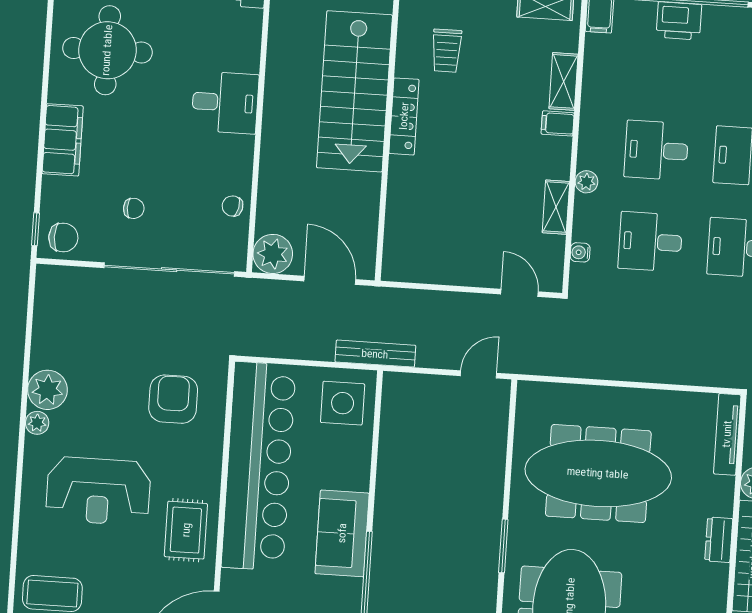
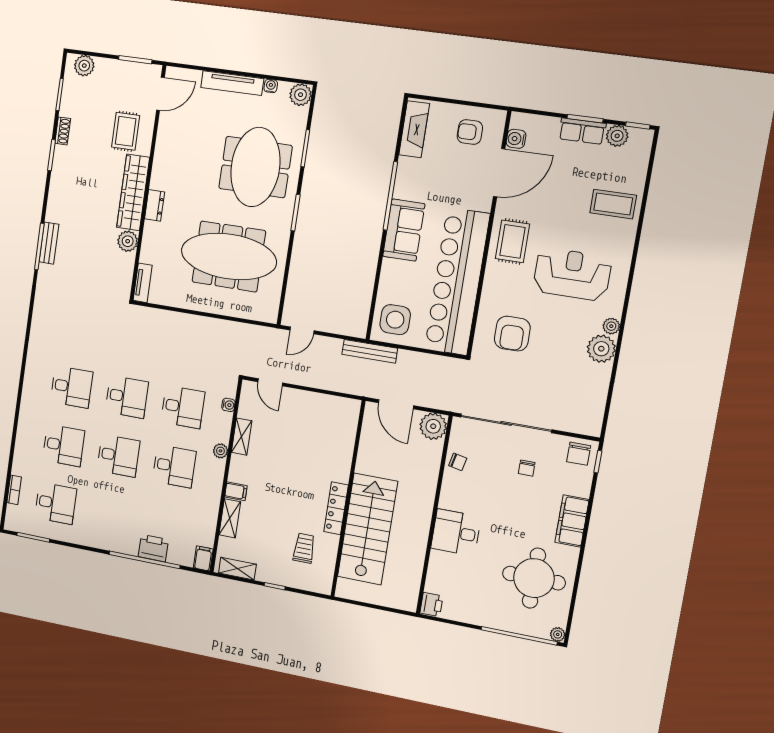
chair: (134, 208) -> (527, 468), turned -90
chair: (63, 237) -> (579, 454), turned -90
tv unit: (727, 434) -> (143, 283), width x0.71

